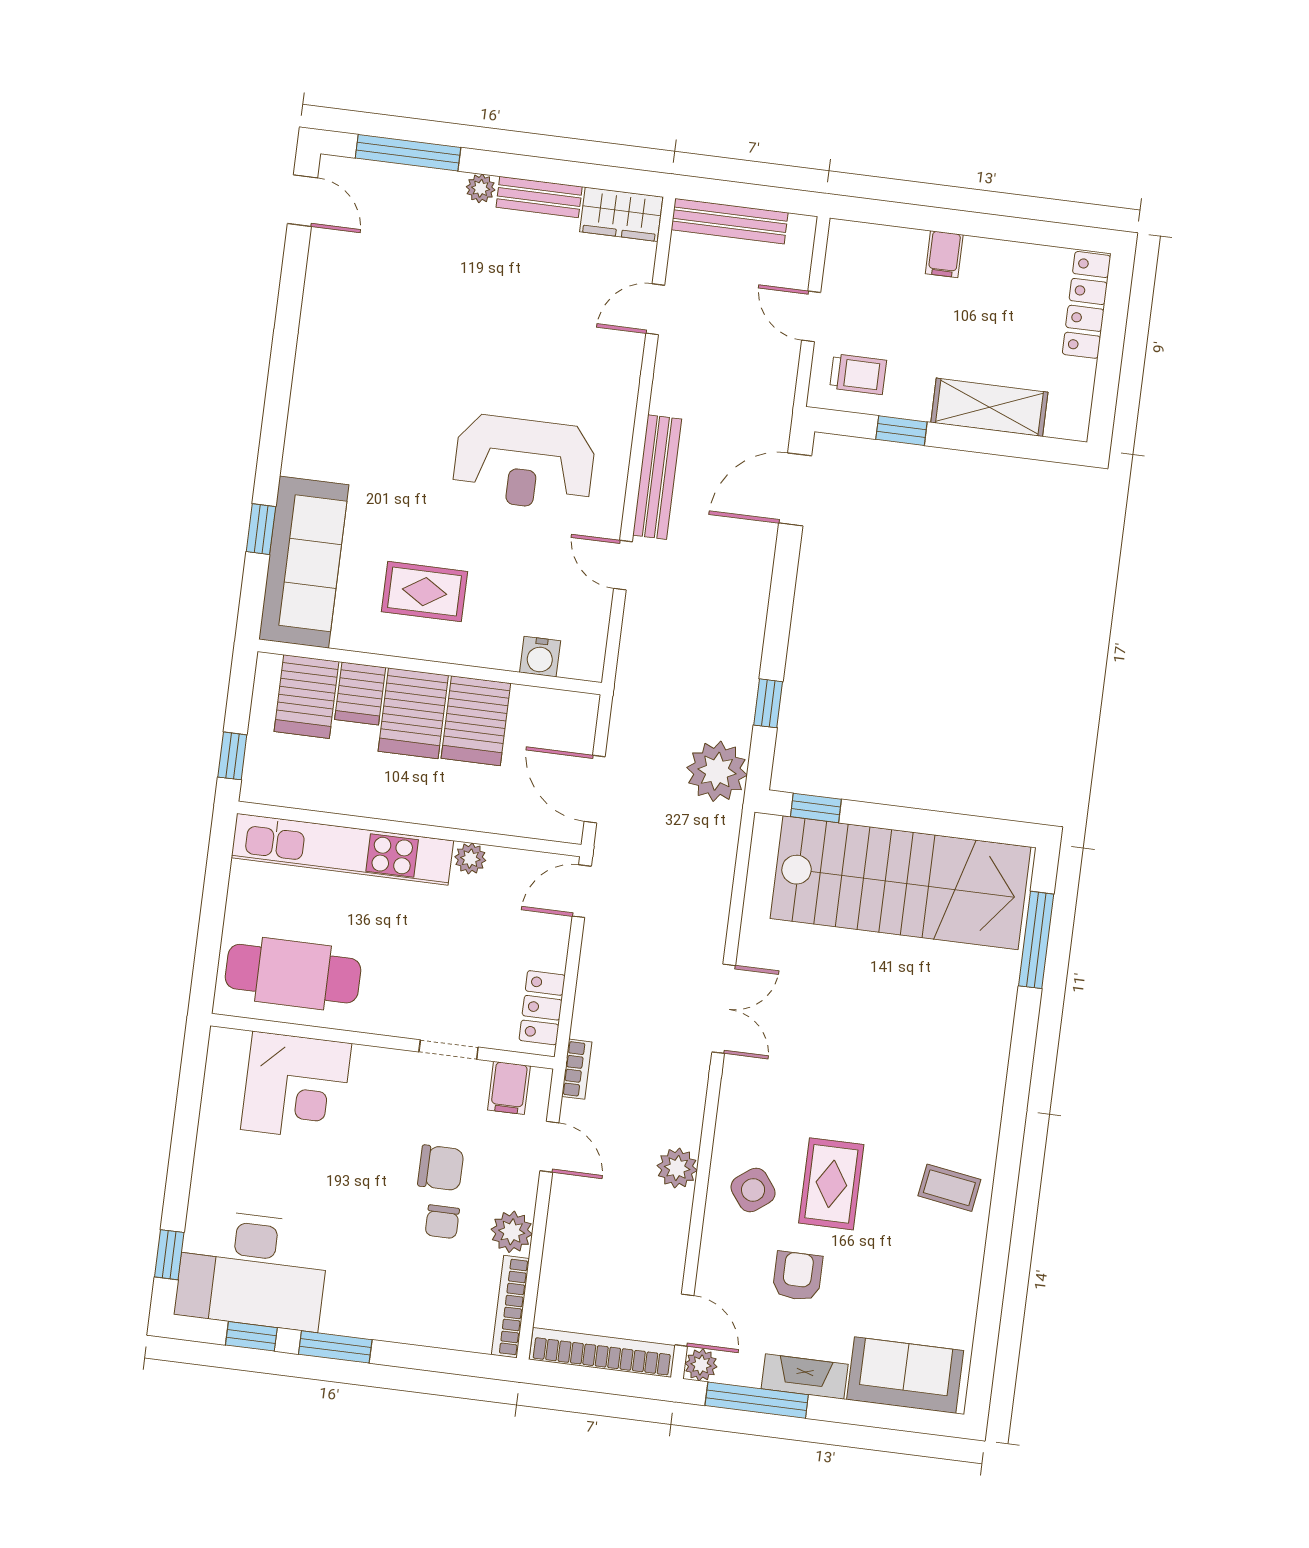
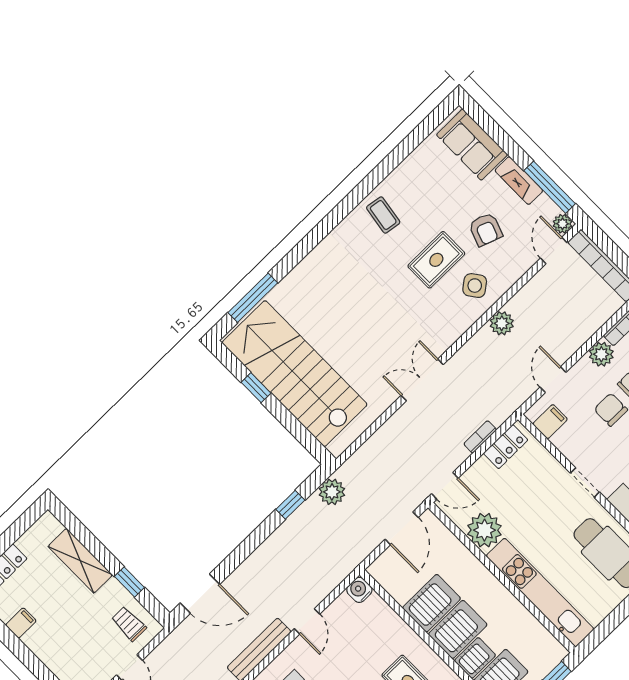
filing cabinet: (944, 254) -> (21, 623), moved
water cooler: (540, 657) -> (359, 590), moved, turned -90
plant: (717, 771) -> (332, 492), width x0.73, depth x0.73
window: (816, 808) -> (256, 388), moved
plant: (470, 859) -> (484, 530), width x1.87, depth x1.87
doorway: (449, 1050) -> (585, 483), moved
bookcase: (577, 1069) -> (480, 437), moved
armchair: (798, 1276) -> (486, 230), turned -70

